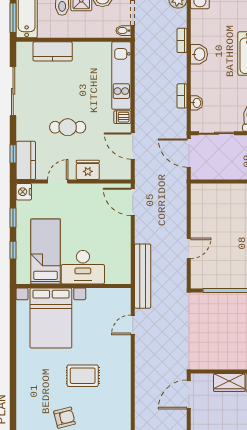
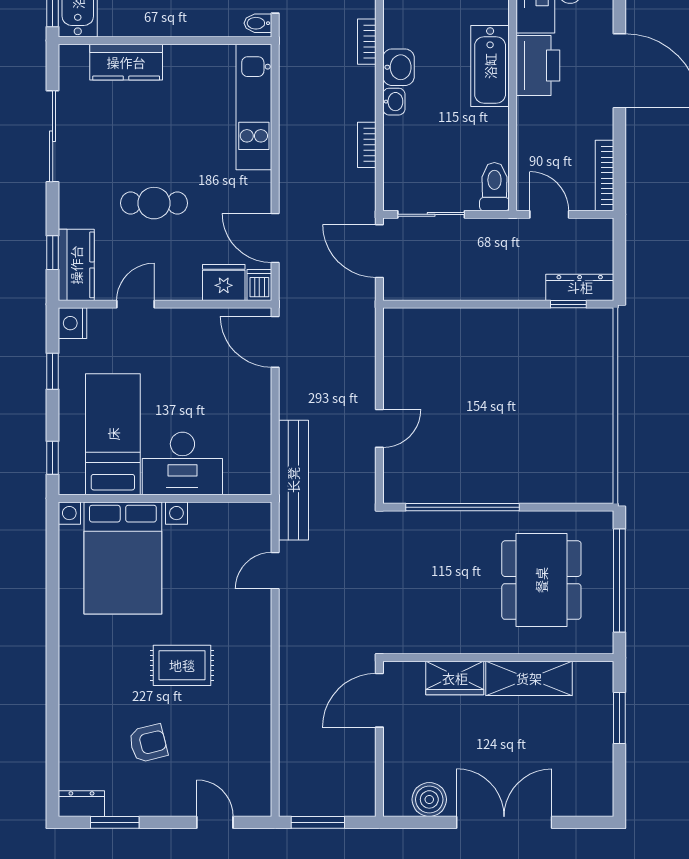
washbasin: (197, 103) -> (394, 102), moved
dishwasher: (122, 117) -> (259, 285), moved, turned 90
fridge: (88, 170) -> (224, 283), moved
window: (13, 250) -> (53, 458), moved

